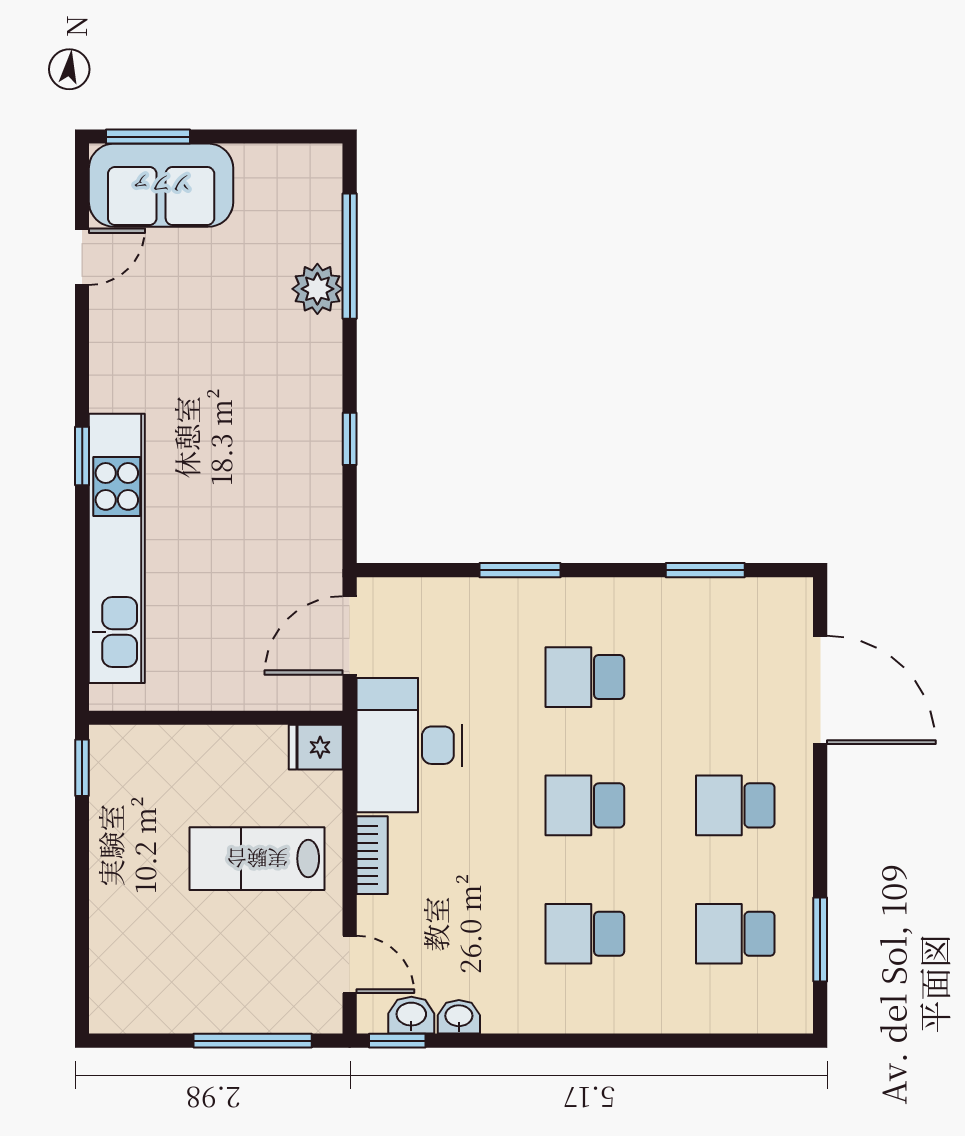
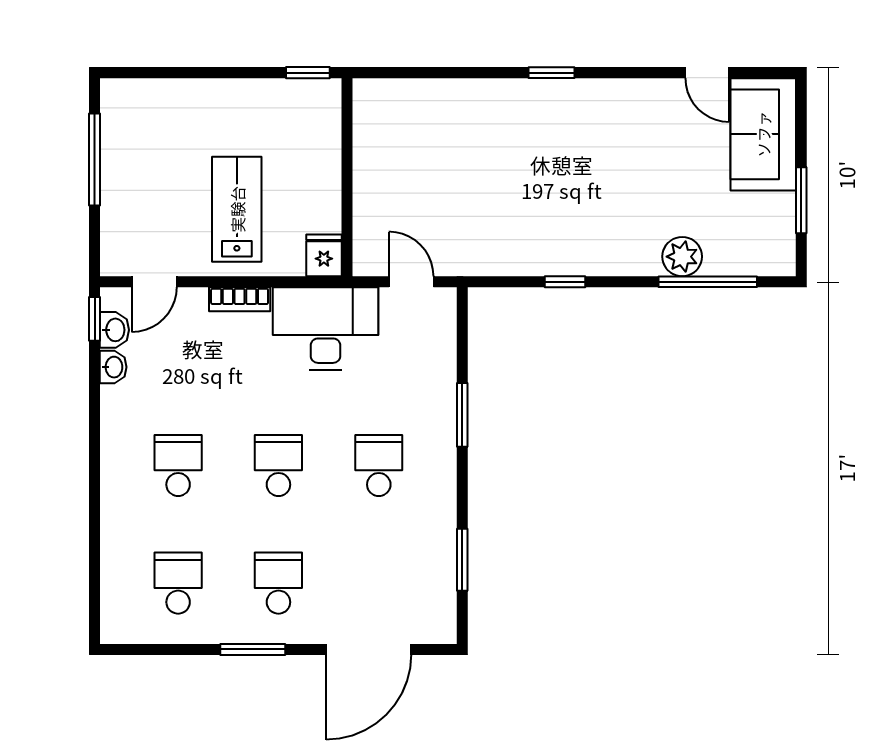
window: (148, 137) -> (801, 200), moved
kitchen unit: (117, 548) -> (479, 100), removed
door: (350, 635) -> (411, 282), width x0.73
window: (820, 939) -> (253, 649), moved
window: (253, 1041) -> (95, 160), moved

